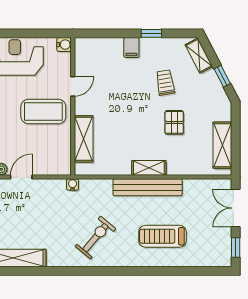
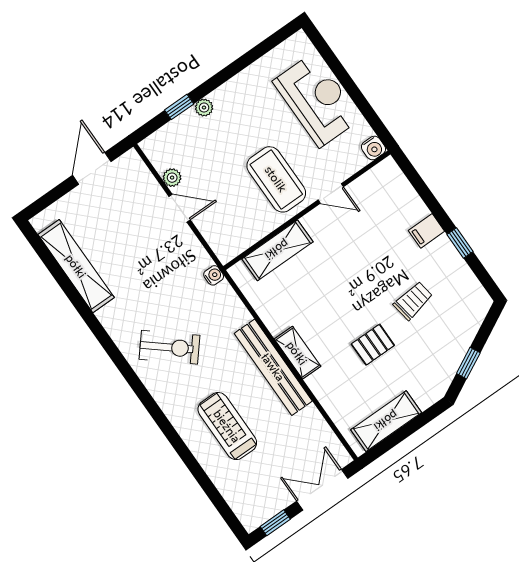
shelving: (199, 56) -> (473, 318), removed

